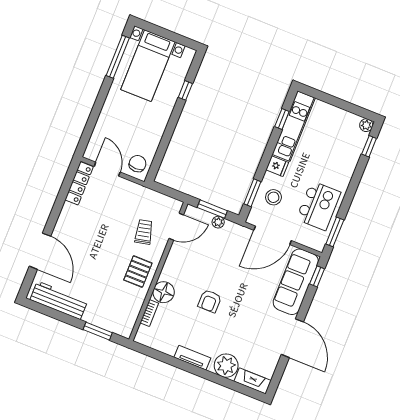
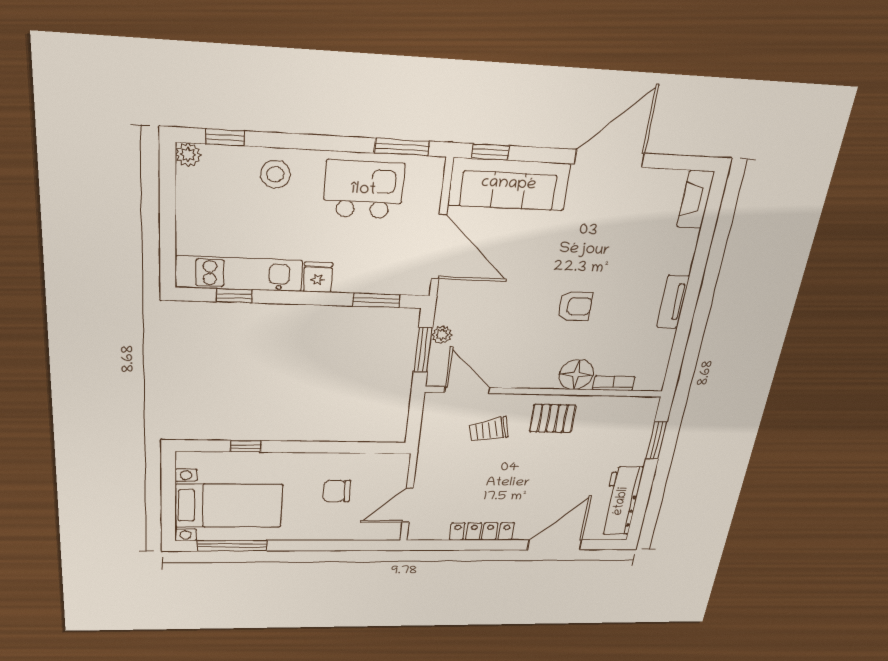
chair: (138, 164) -> (337, 491), moved
locker: (79, 183) -> (482, 531), moved
stool: (273, 197) -> (275, 174), moved
plant: (226, 366) -> (677, 248), removed

